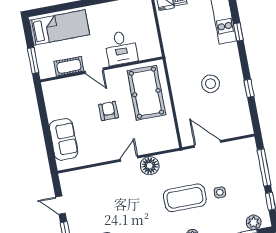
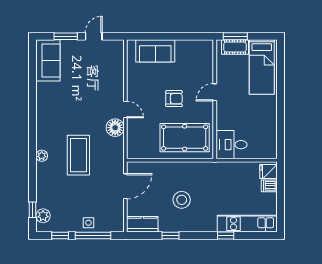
desk: (121, 48) -> (231, 145), moved
cot: (69, 66) -> (235, 47), moved, turned 90
kitchen counter: (243, 119) -> (142, 224), added
side table: (220, 192) -> (88, 223), moved

